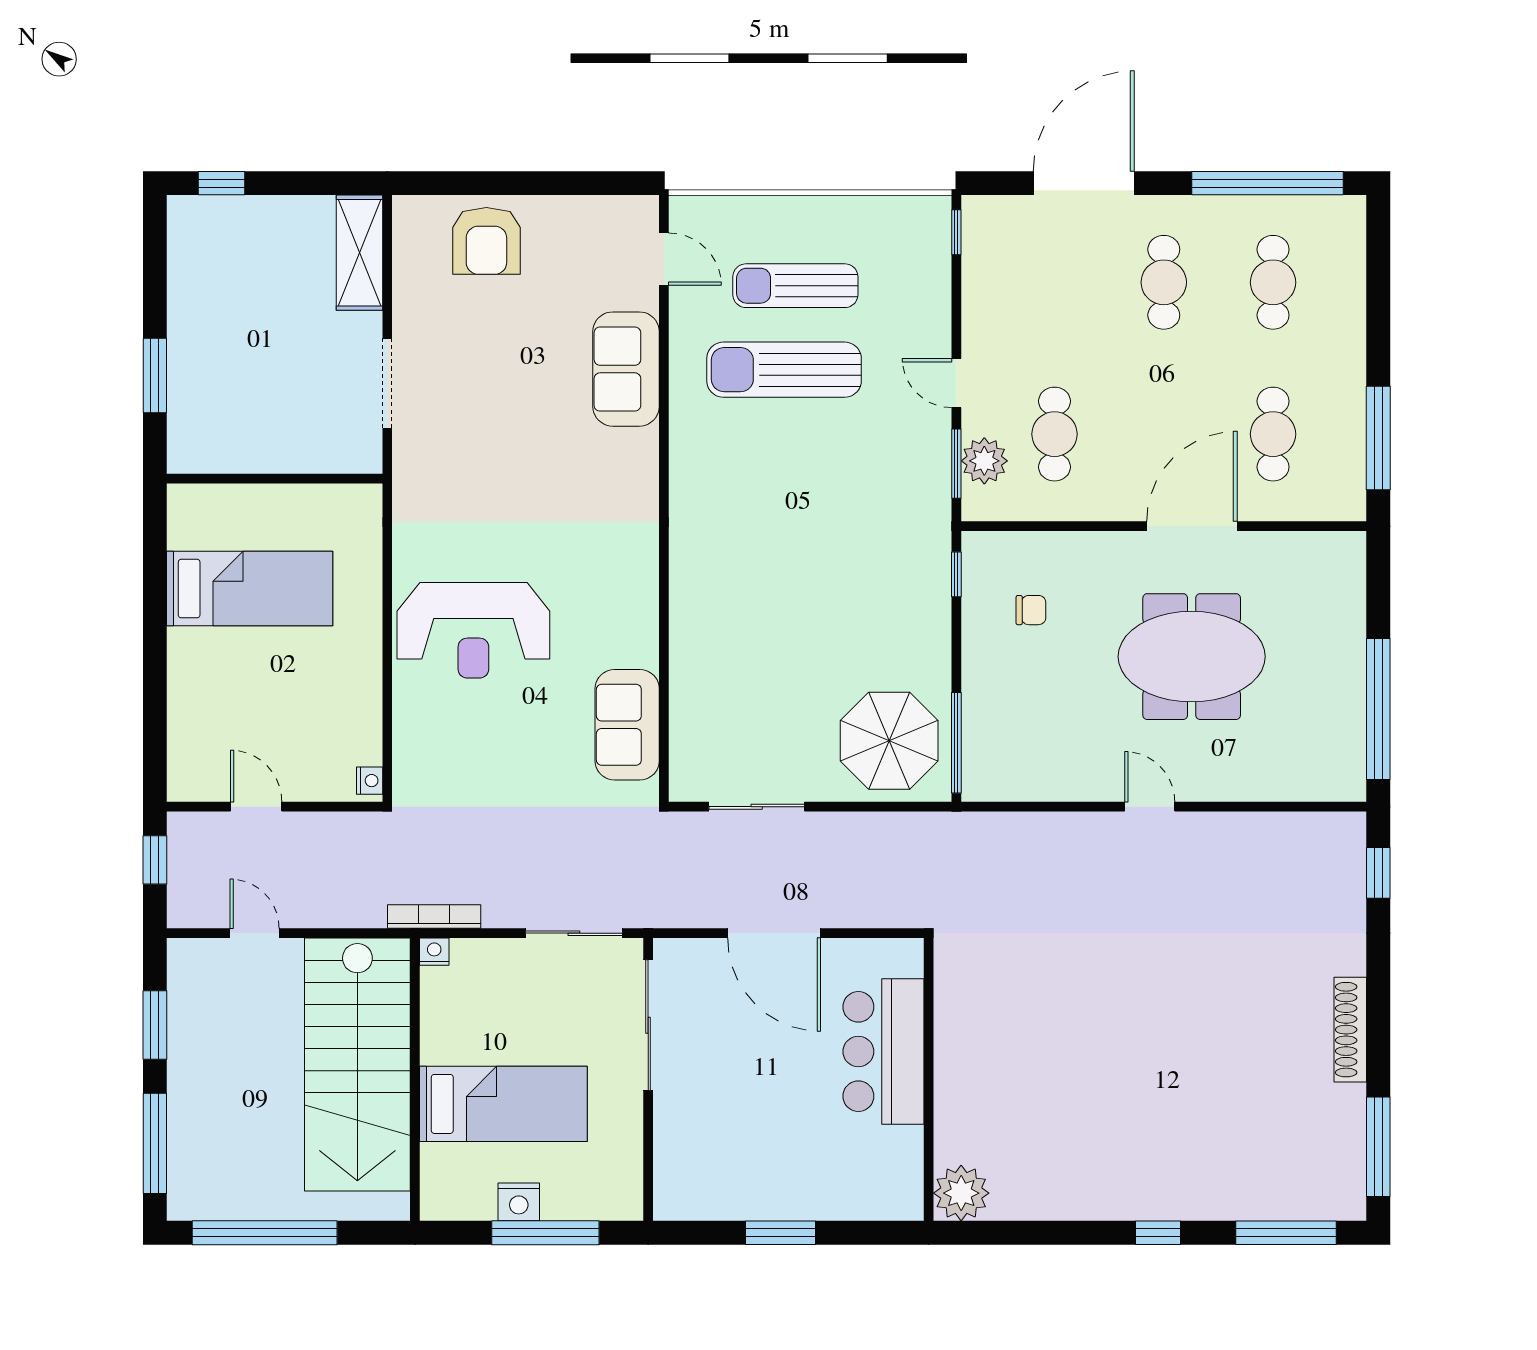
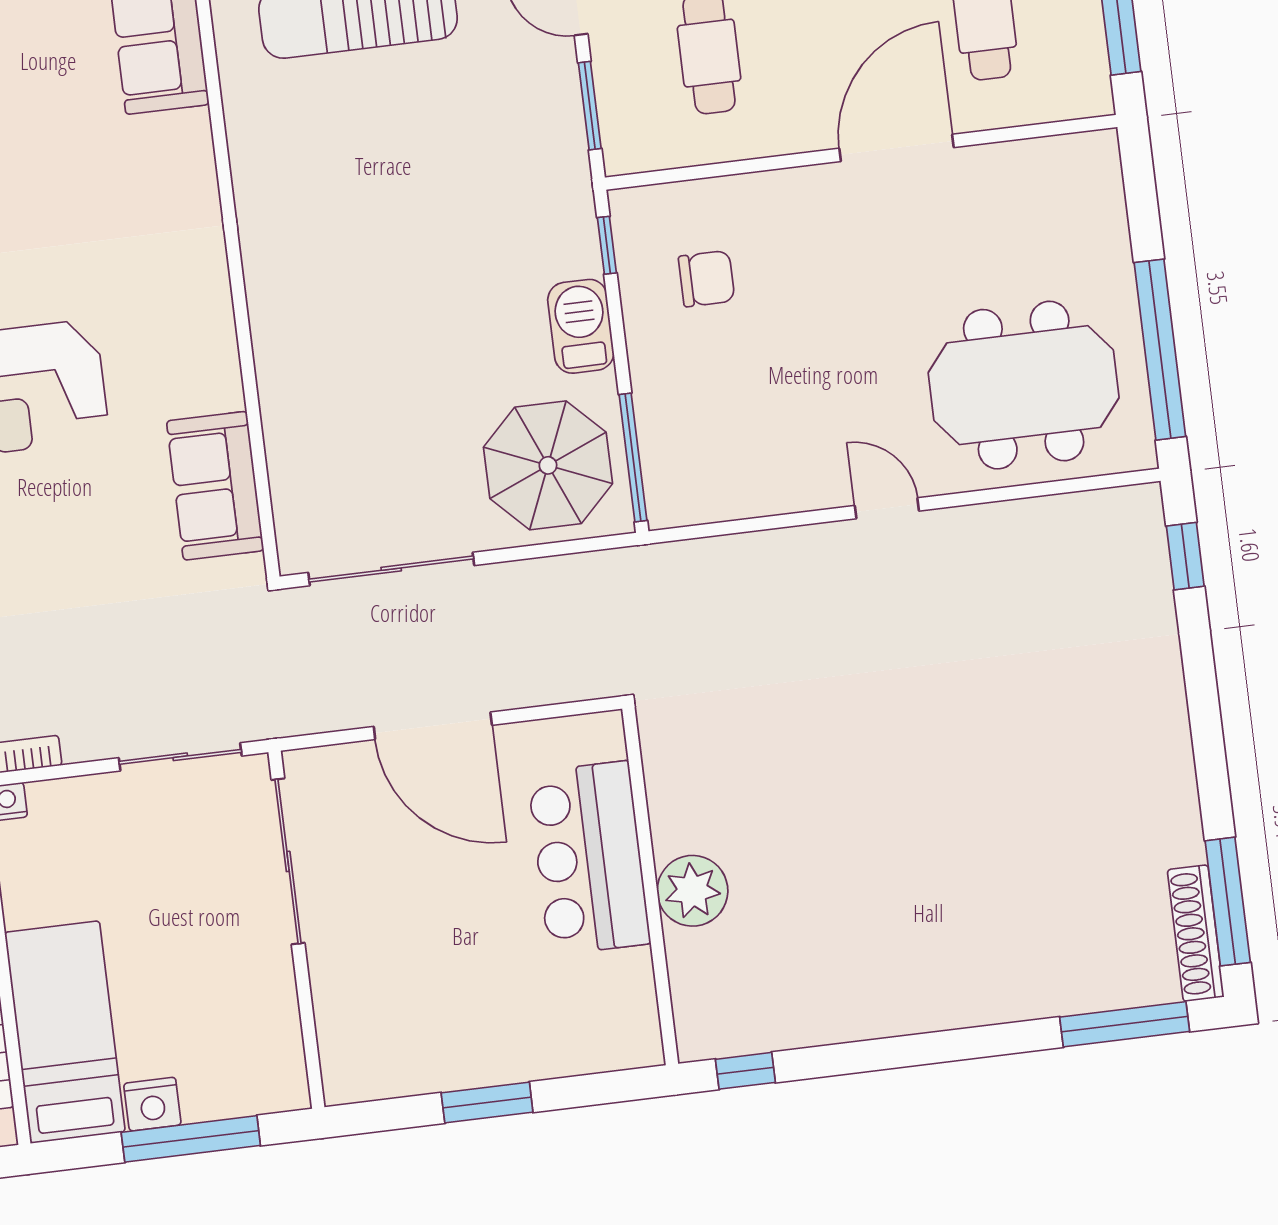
plant: (984, 461) -> (625, 98), removed
chair: (1031, 610) -> (707, 279), width x1.37, depth x1.37
barbecue: (928, 635) -> (581, 326), added
meeting table: (1192, 657) -> (1024, 385), moved
sliding door: (757, 807) -> (391, 569), width x1.37
shoe rack: (1350, 1030) -> (1196, 933), moved
bed: (503, 1104) -> (65, 1032), moved, turned -90
plant: (961, 1193) -> (692, 891), moved
window: (1158, 1233) -> (745, 1071), moved

